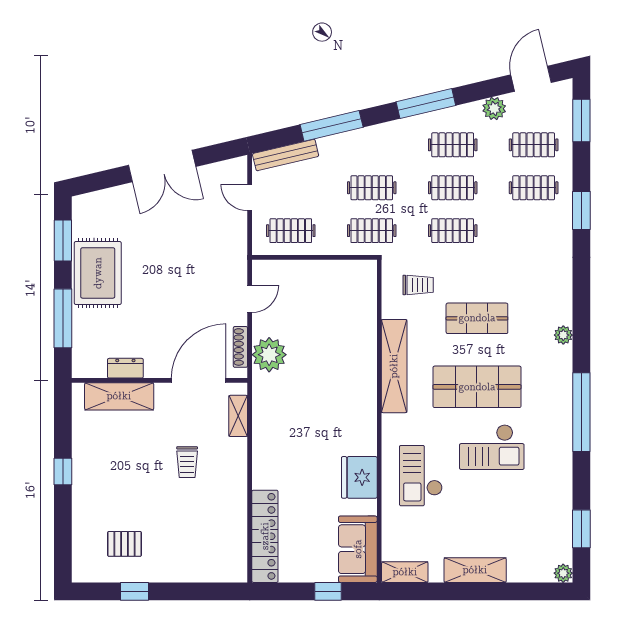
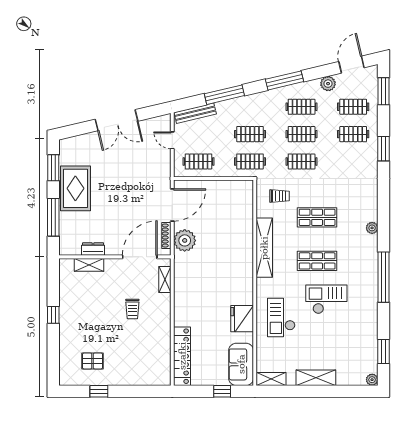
door: (250, 299) -> (172, 205), width x1.87
shop shelf: (477, 387) -> (317, 261), width x0.70, depth x0.74
shelving: (119, 396) -> (89, 265), width x0.67, depth x0.75
checkout: (492, 447) -> (326, 299), turned 180

